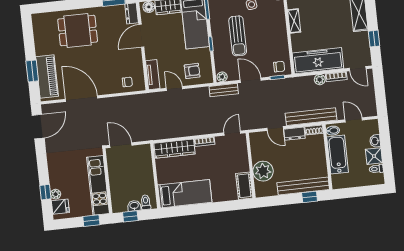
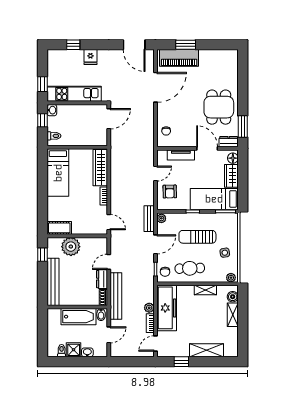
dining table: (78, 31) -> (219, 107), moved
cafe table: (273, 40) -> (190, 268), added
tv unit: (153, 75) -> (181, 155), moved
plant: (56, 194) -> (70, 54), removed
window: (310, 197) -> (42, 255), moved
washbasin: (134, 206) -> (52, 110), moved
fridge: (60, 207) -> (90, 57), moved

